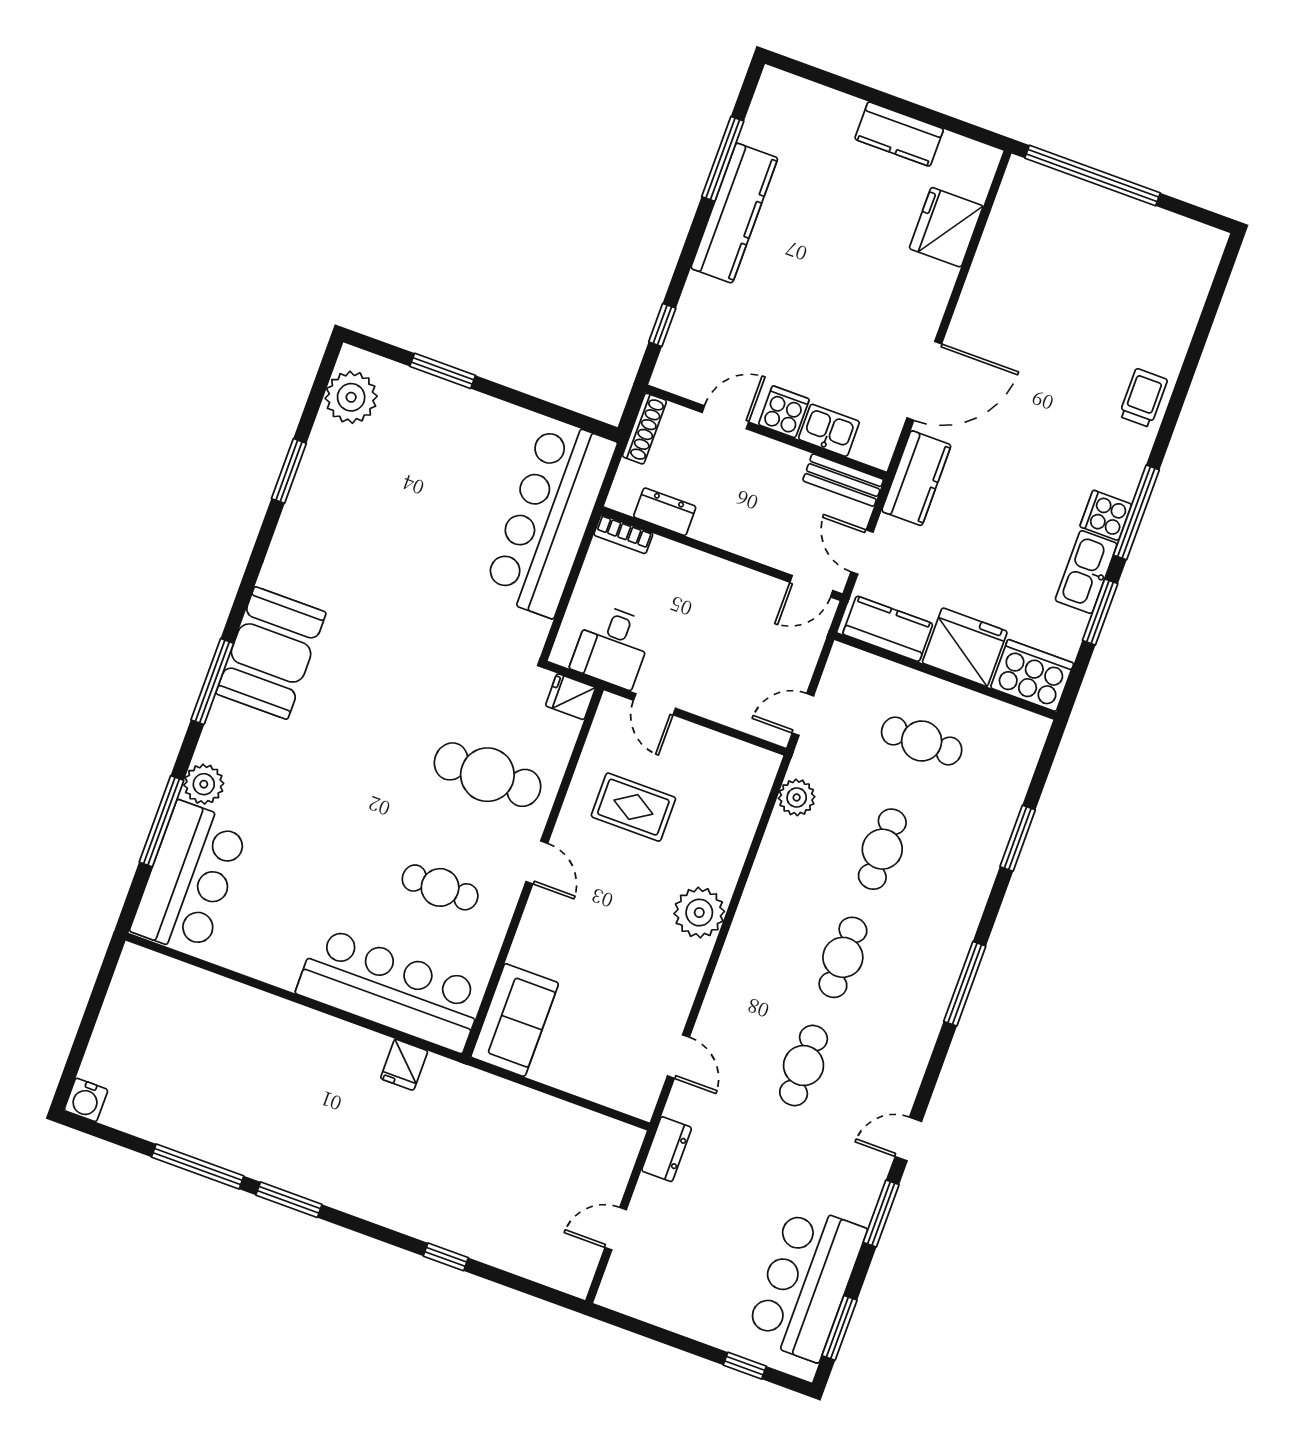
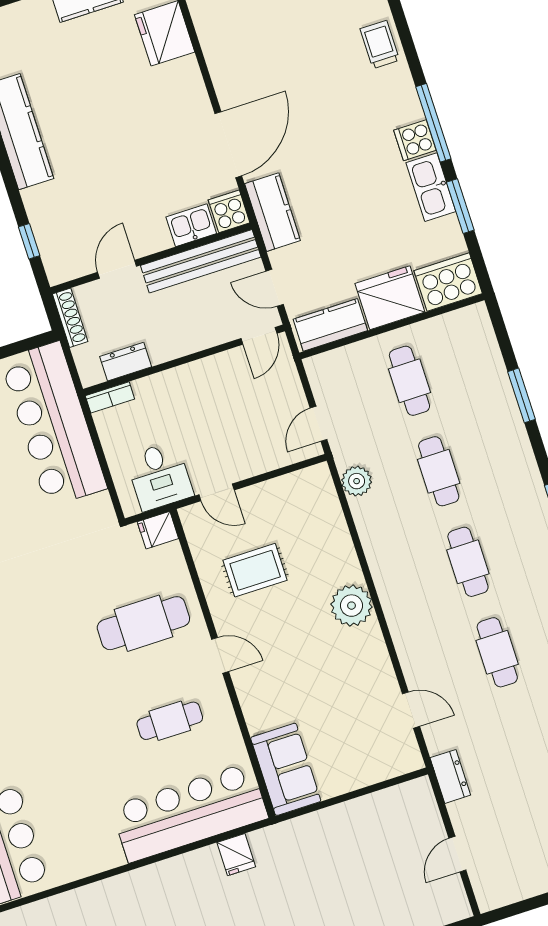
cooker: (784, 412) -> (229, 211), moved
bench: (843, 480) -> (201, 261), width x1.86, depth x1.21
cafe table: (922, 741) -> (409, 381), turned 90

